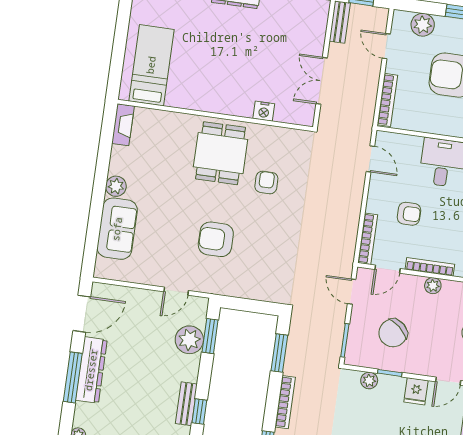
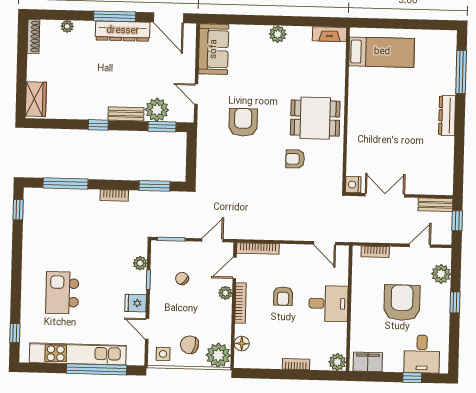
bookcase: (387, 100) -> (375, 252), width x0.64
nightstand: (264, 111) -> (353, 185), moved
door: (370, 159) -> (325, 243), hinge flipped
armchair: (266, 182) -> (295, 159), turned 180
armchair: (409, 214) -> (283, 296), moved
sofa: (117, 229) -> (214, 49), moved, turned -90
door: (387, 269) -> (235, 268), hinge flipped
plant: (433, 286) -> (225, 293), moved
chair: (393, 333) -> (182, 278), width x0.54, depth x0.54
bookcase: (285, 402) -> (114, 195), width x0.64
bench: (186, 404) -> (126, 114), moved

